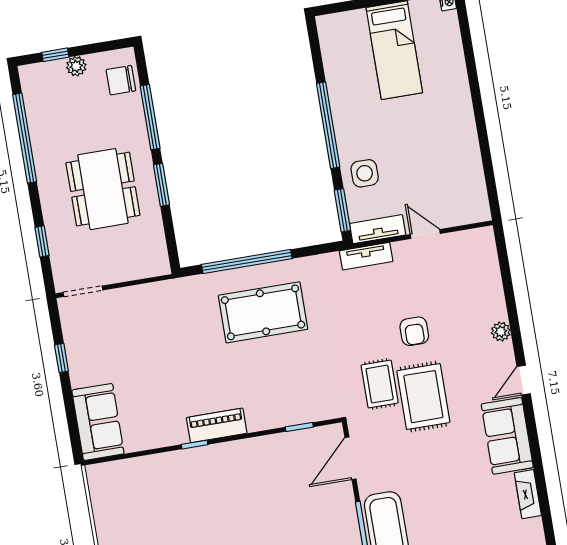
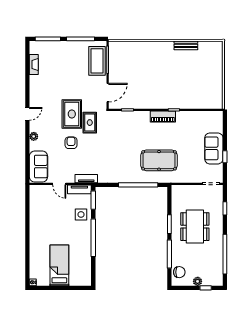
pool table: (263, 312) -> (159, 160), moved
sofa: (98, 422) -> (214, 148), moved
sofa: (507, 436) -> (38, 167), moved

